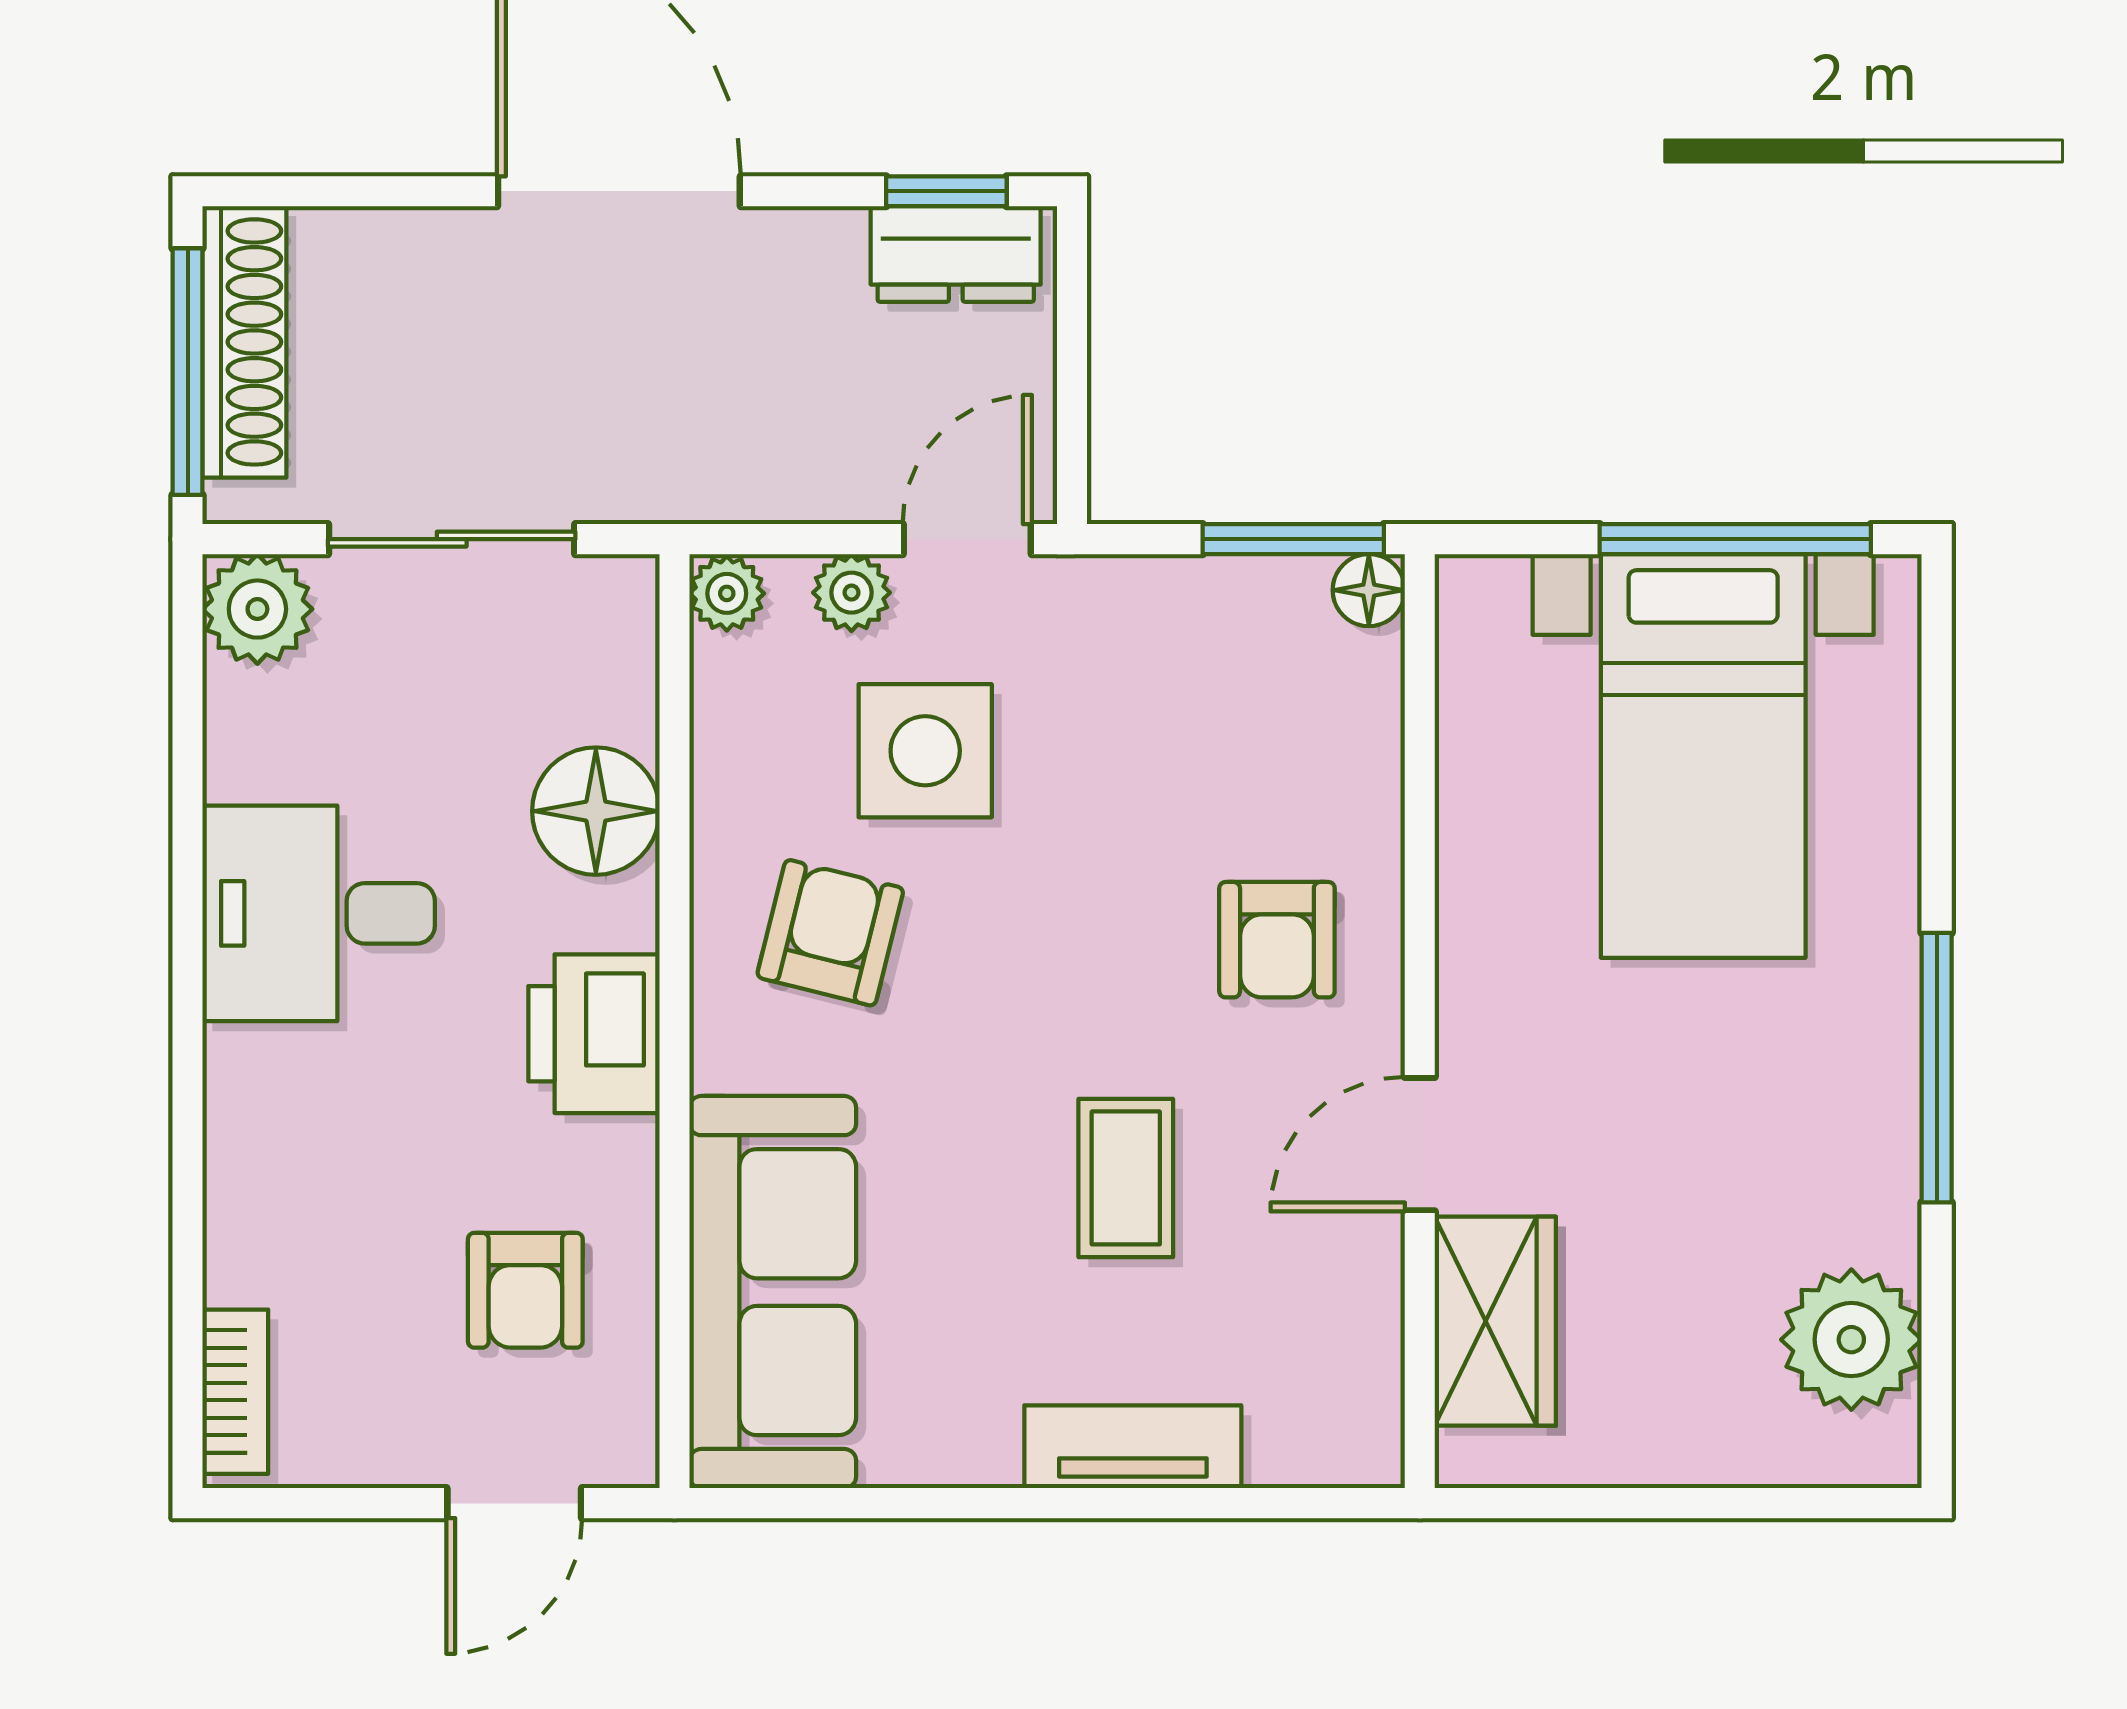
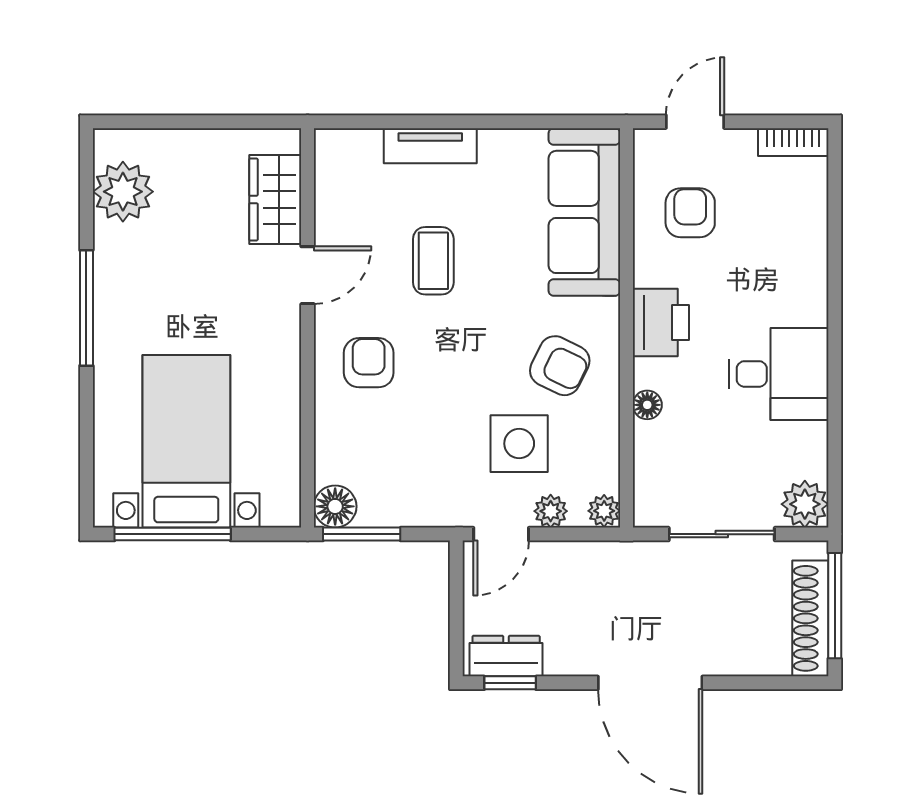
floor lamp: (1369, 590) -> (335, 506), width x1.37, depth x1.37
floor lamp: (596, 811) -> (647, 405), width x0.53, depth x0.53
armchair: (830, 933) -> (560, 366), turned -78
bookcase: (235, 1392) -> (793, 142), moved, turned -90

